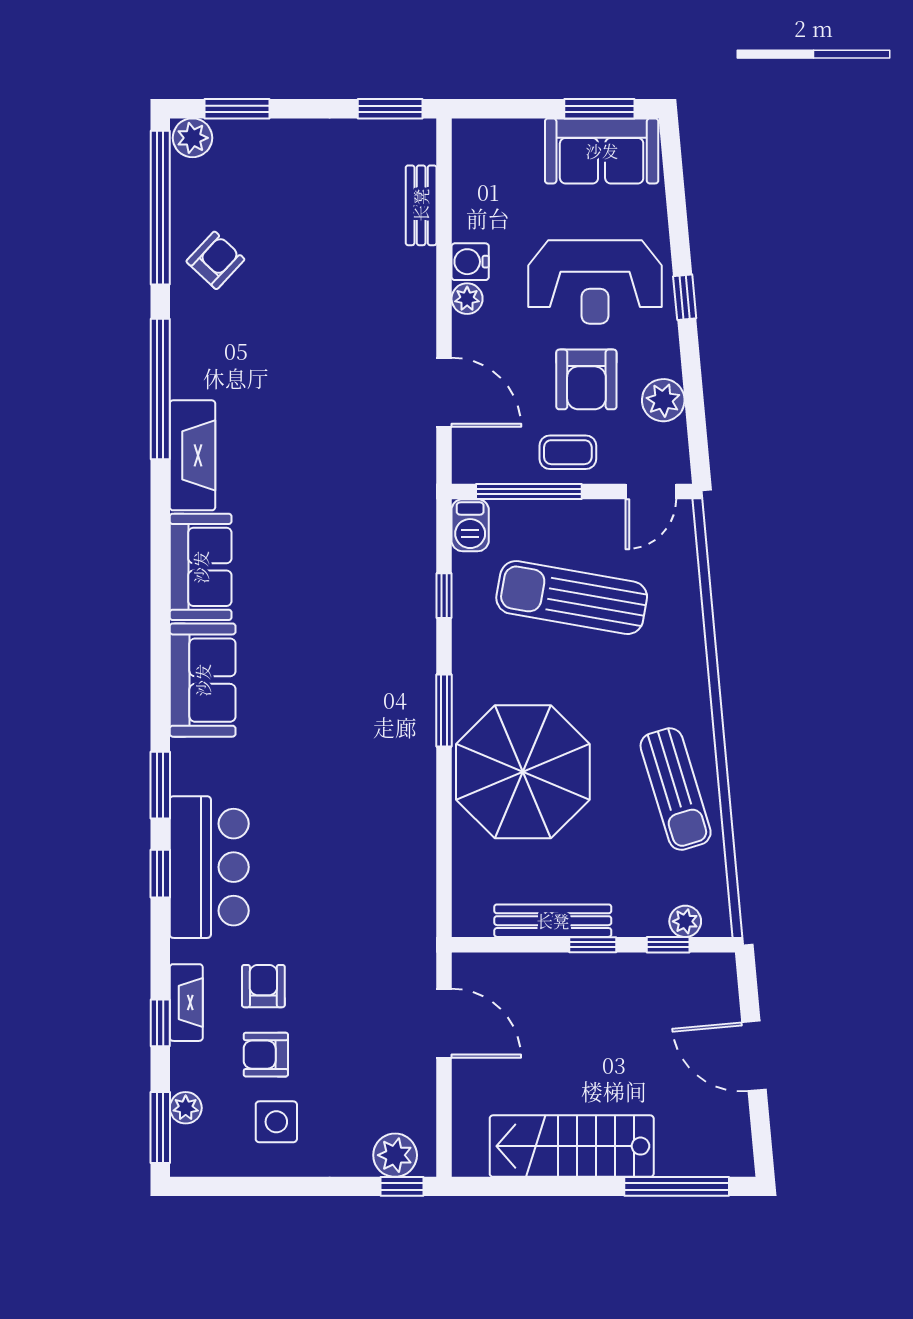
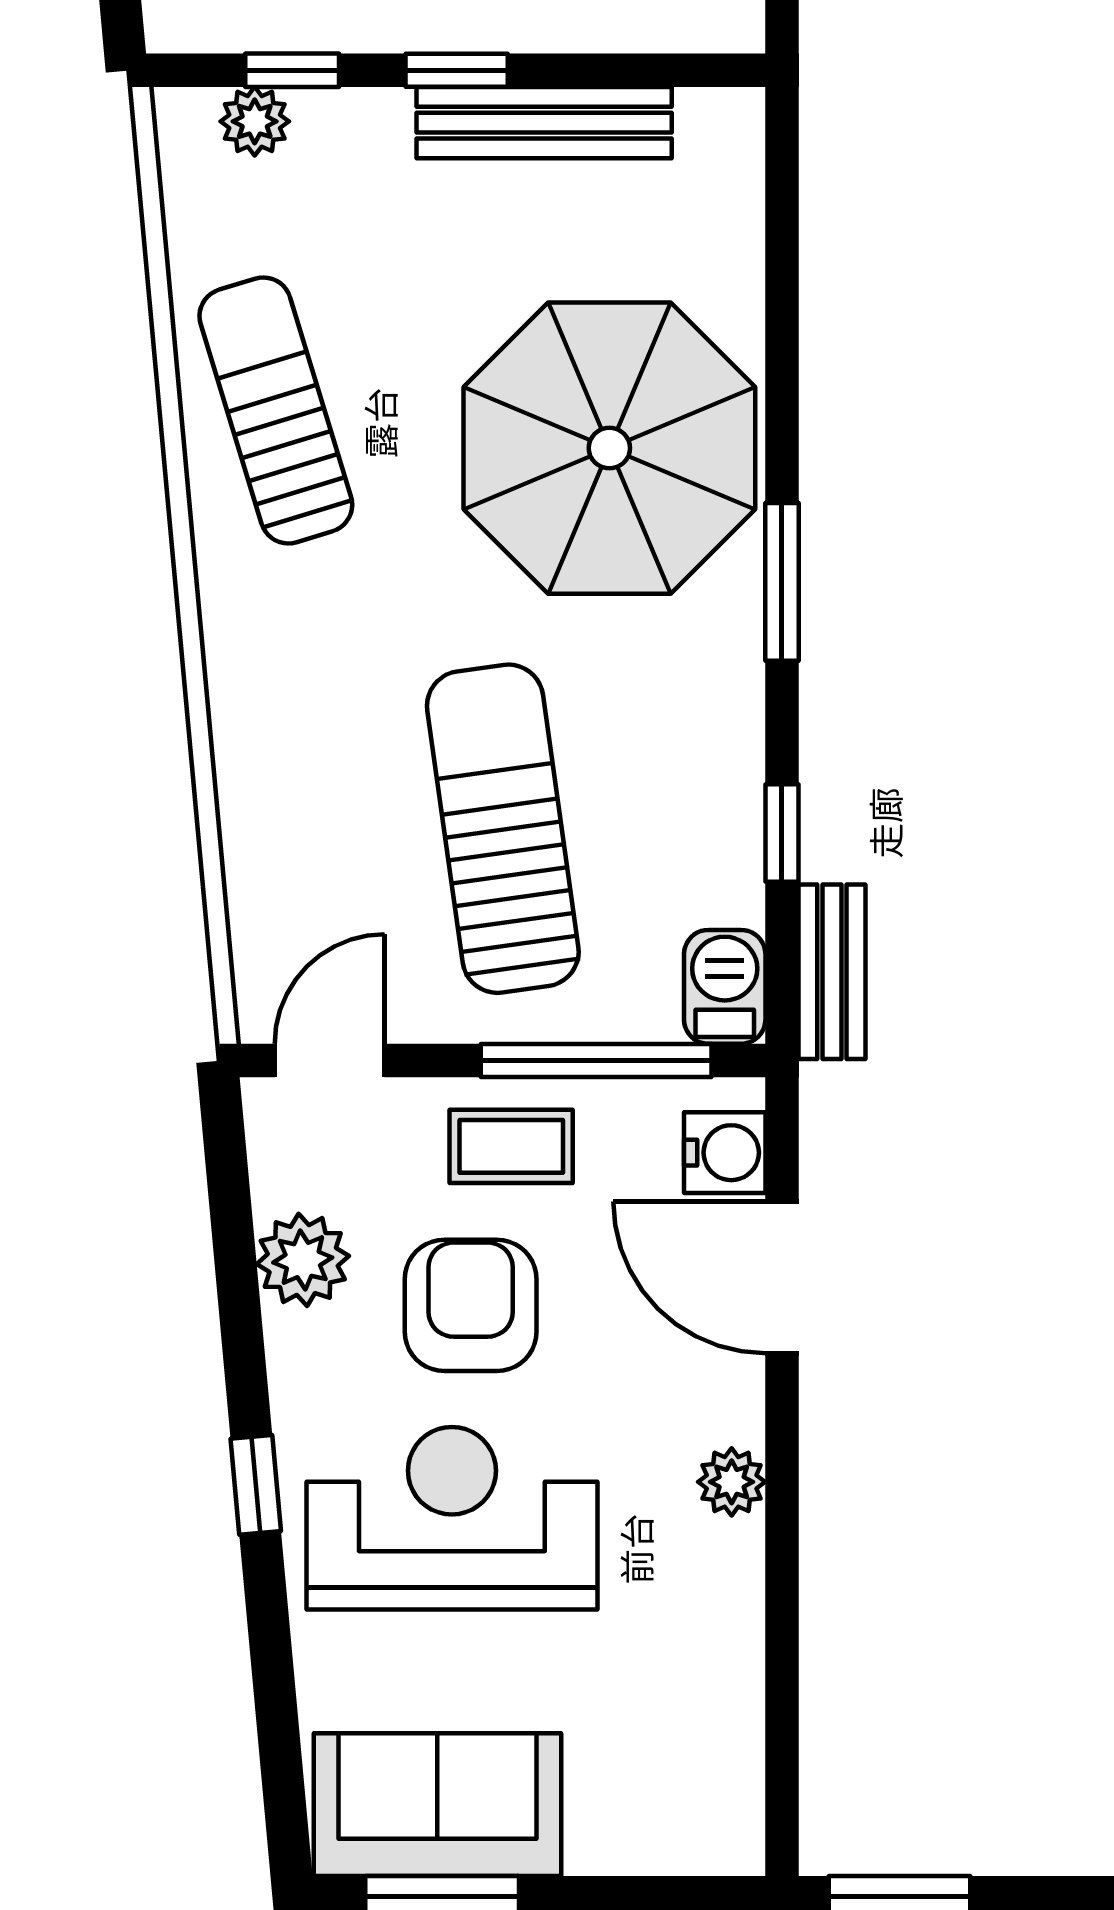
bench: (421, 205) -> (832, 972), moved
water cooler: (470, 262) -> (725, 1153), moved
sun lounger: (572, 598) -> (503, 829), turned -108

